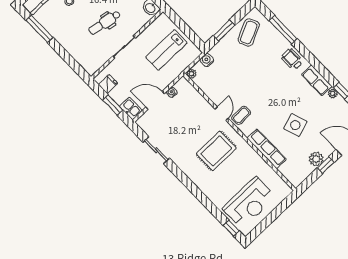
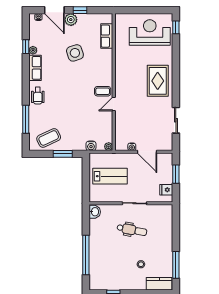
kitchen sink: (131, 108) -> (167, 161), removed
row of seats: (267, 149) -> (107, 36), moved, width x0.68
rug: (216, 151) -> (158, 81), moved, turned 90
plant: (316, 159) -> (71, 20), moved

